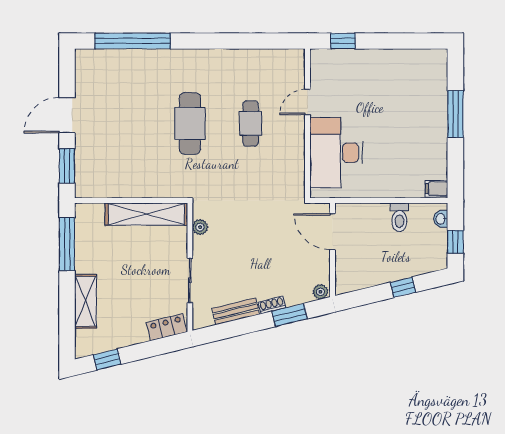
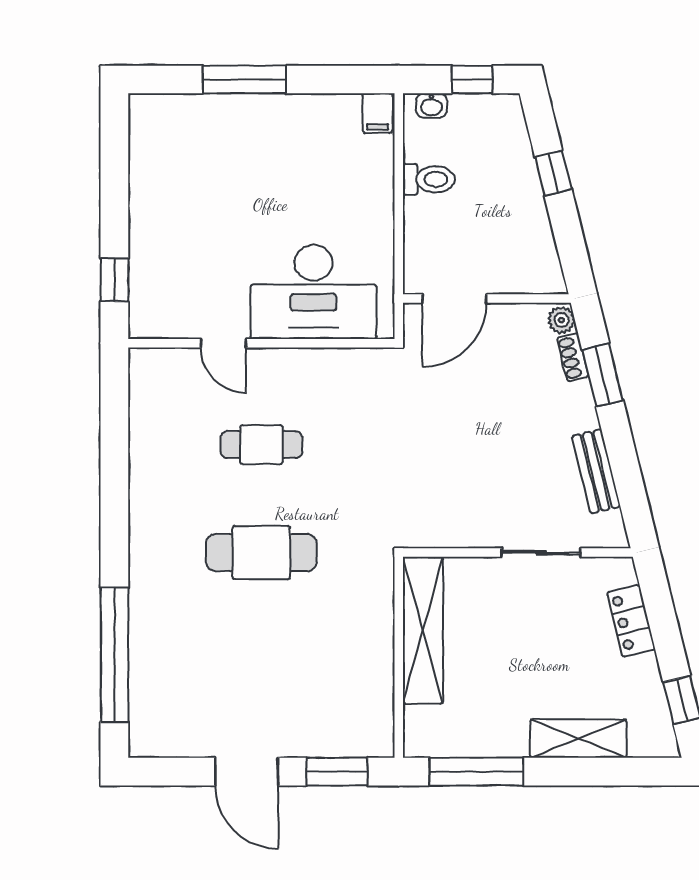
plant: (200, 227) -> (446, 535), removed
shoe rack: (272, 305) -> (573, 357), moved
locker: (167, 327) -> (631, 621), moved

